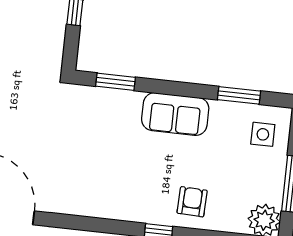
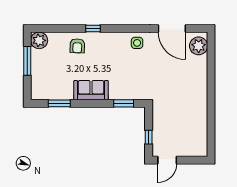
side table: (263, 134) -> (137, 43), moved

